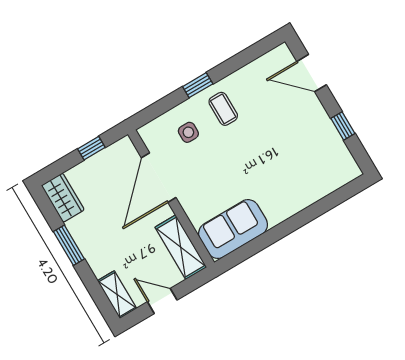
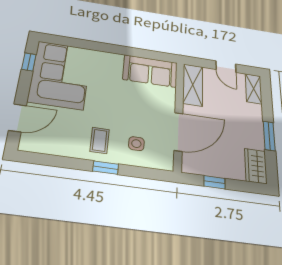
door: (312, 73) -> (17, 118), hinge flipped
window: (343, 126) -> (29, 62), moved
corner sofa: (313, 152) -> (60, 75), added

